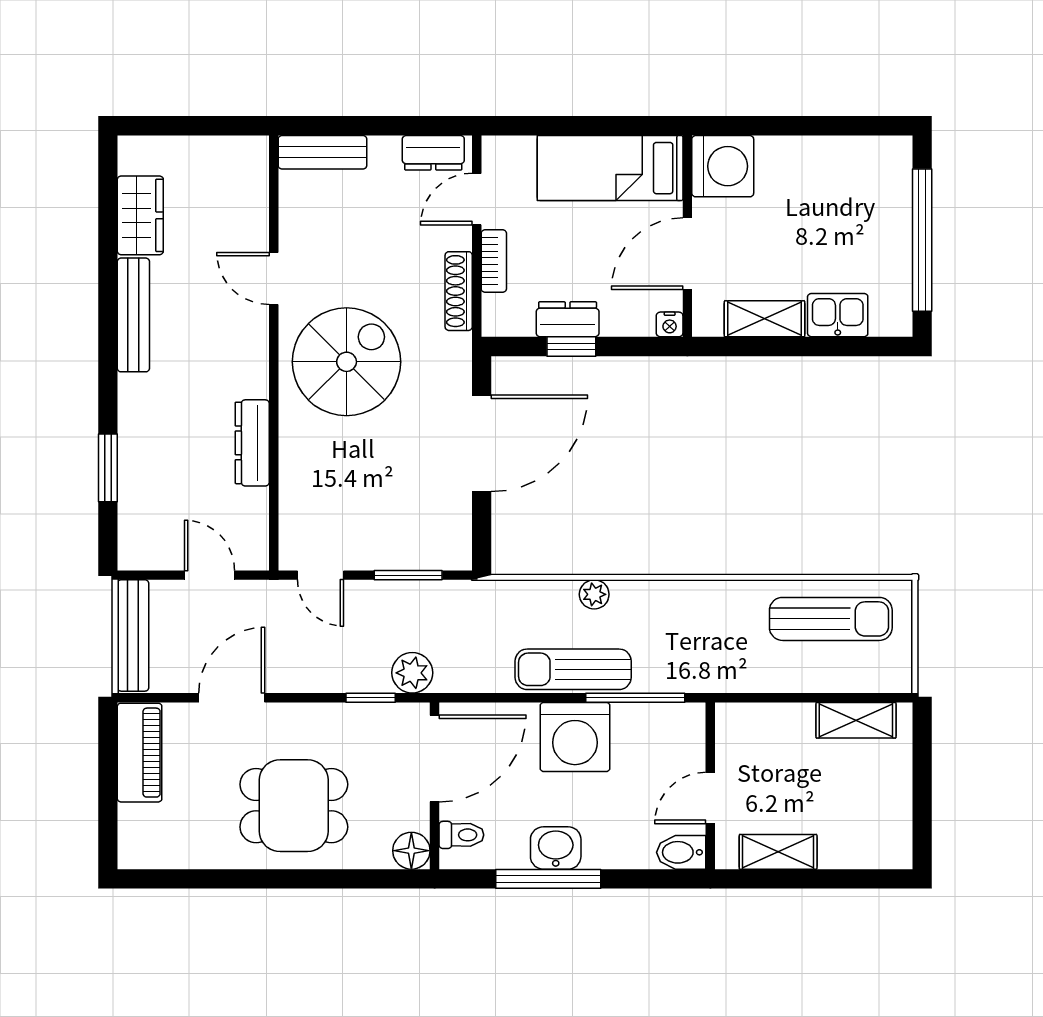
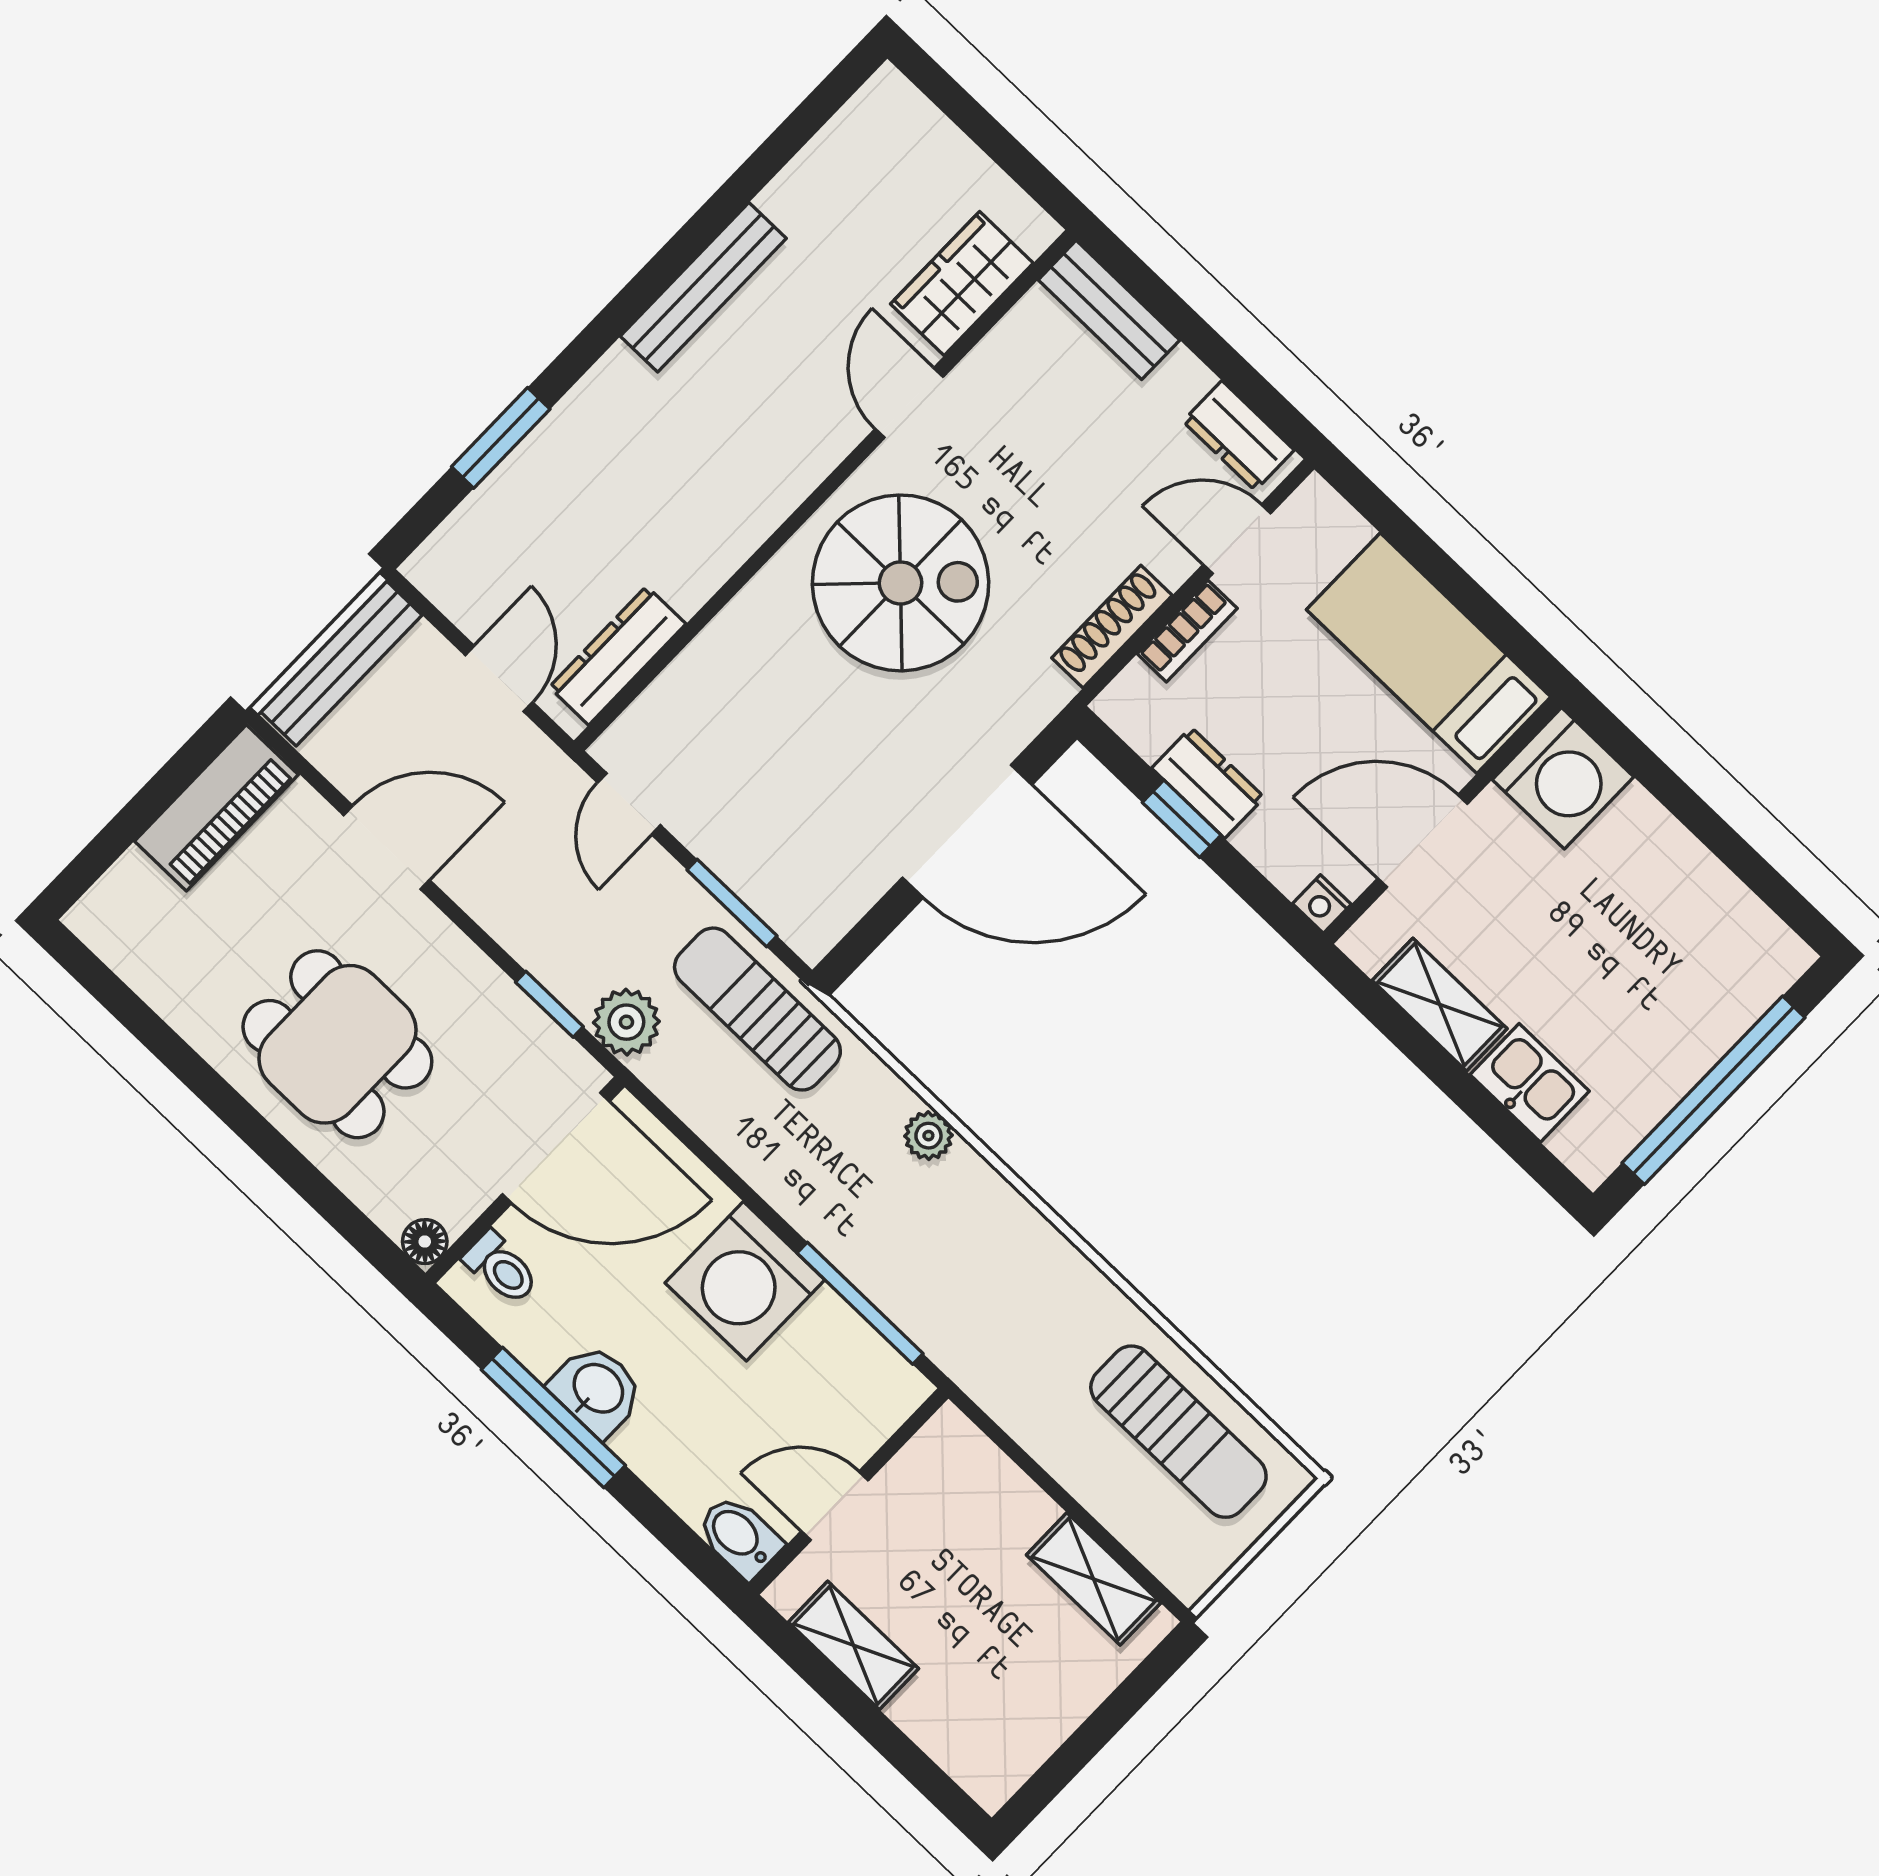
wardrobe: (140, 215) -> (962, 283), moved, turned 180
dresser: (252, 443) -> (617, 656), moved
sun lounger: (573, 669) -> (757, 1009), moved
floor lamp: (411, 851) -> (425, 1242), width x0.73, depth x0.73

